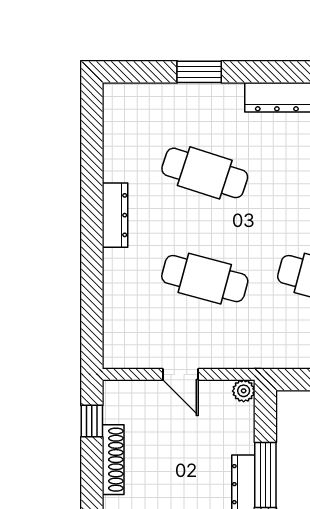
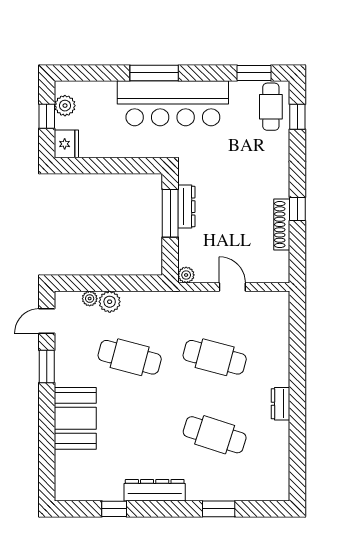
dresser: (115, 215) -> (281, 404), width x0.70
window: (92, 421) -> (297, 209), moved

